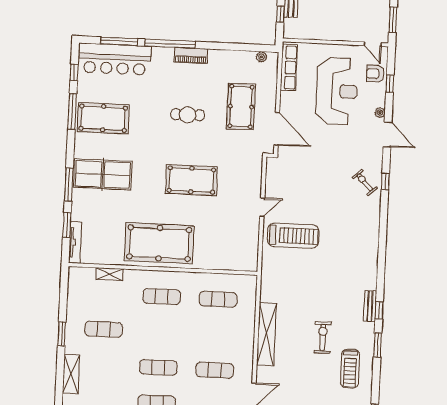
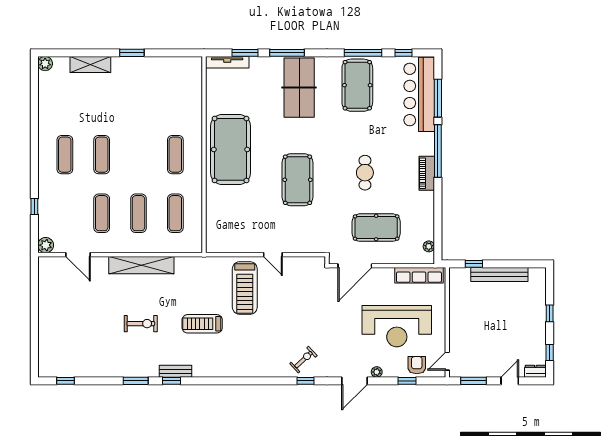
shelving: (109, 274) -> (196, 99), removed
exercise mat: (104, 329) -> (138, 213), moved
treadmill: (350, 369) -> (202, 324), moved

